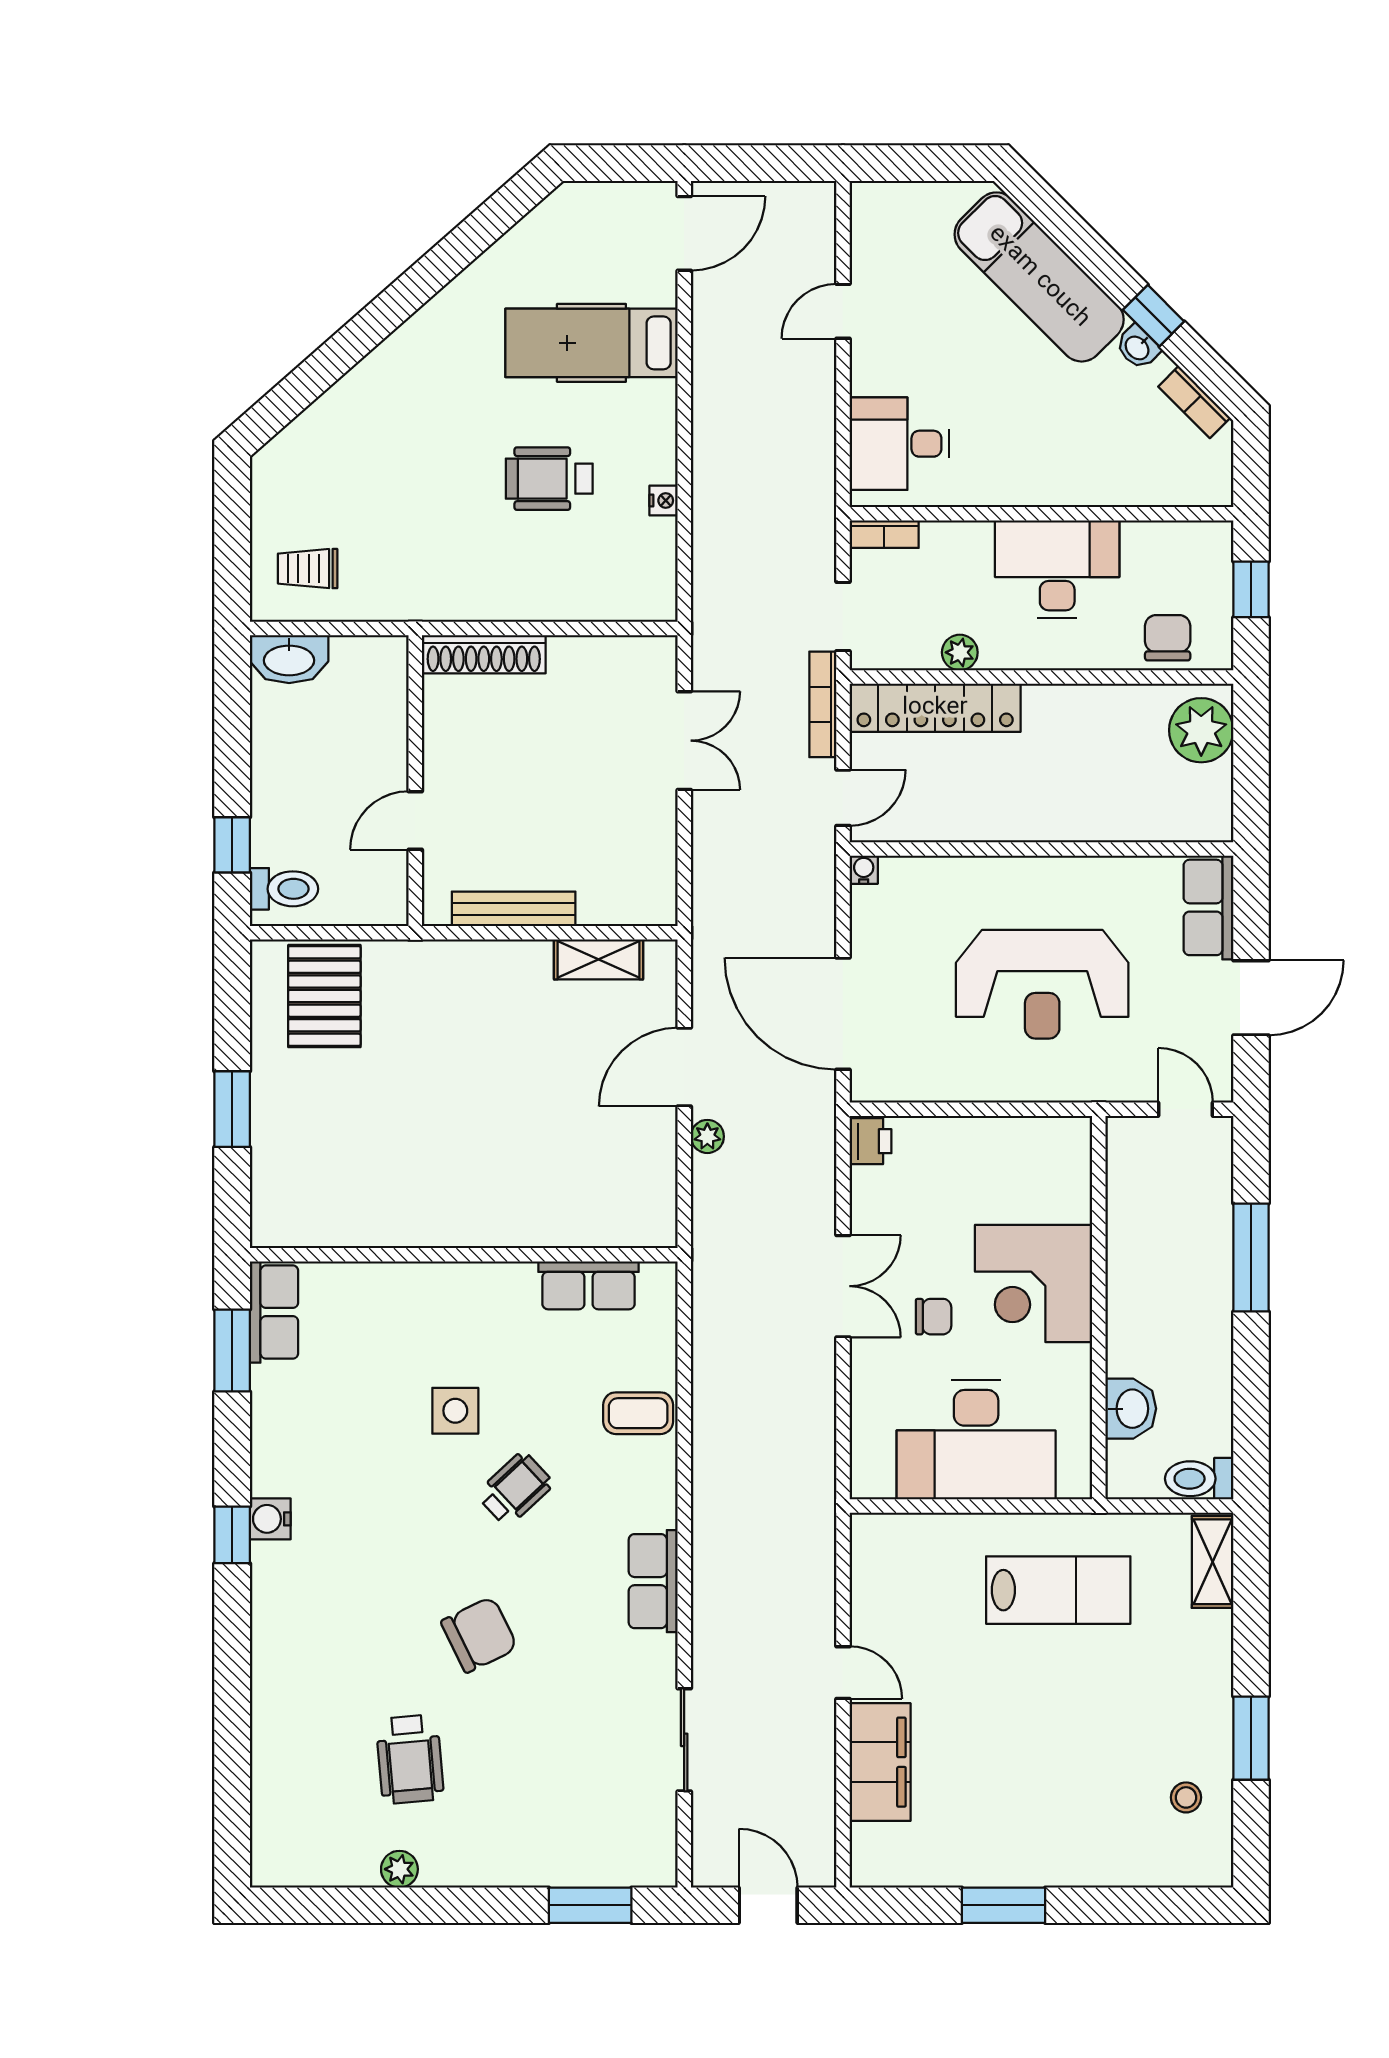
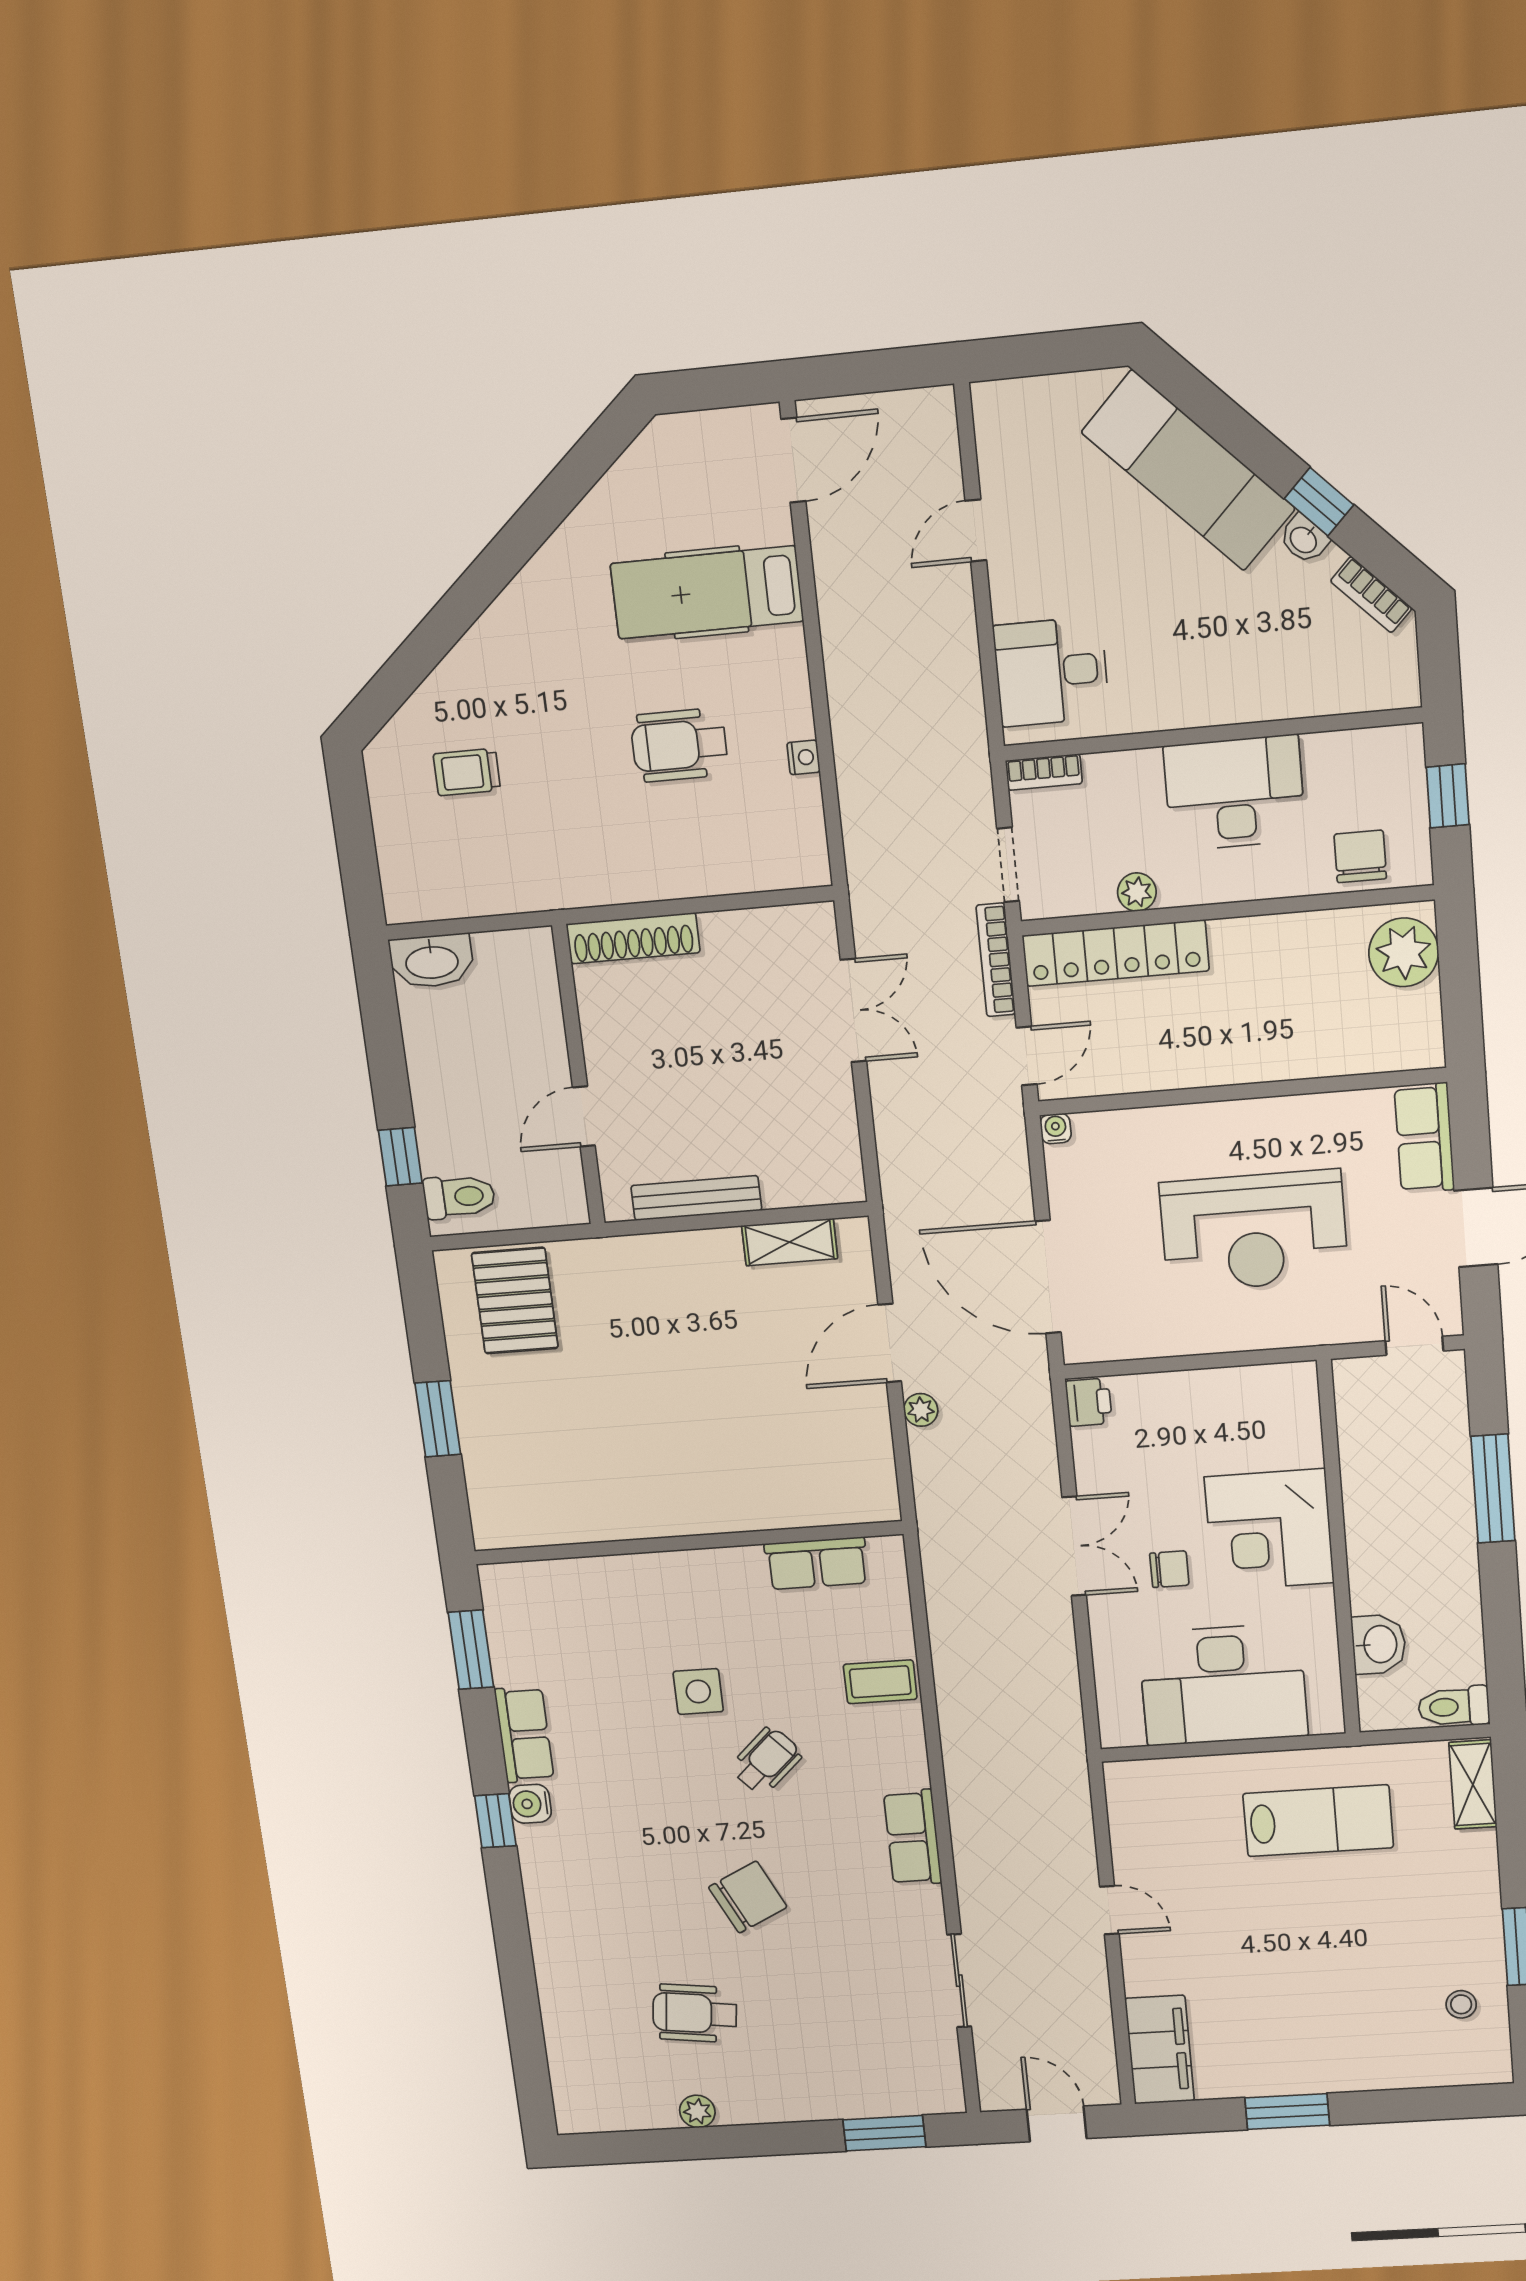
trolley: (308, 569) -> (467, 772), moved
row of seats: (274, 1312) -> (524, 1734), moved
wheelchair: (410, 1759) -> (695, 2013), turned 102
filing cabinet: (880, 1762) -> (1160, 2050), moved

